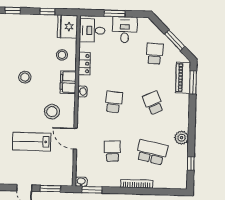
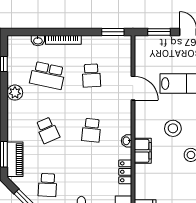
stool: (62, 55) -> (150, 181), removed
stool: (52, 112) -> (173, 128), moved
washbasin: (81, 182) -> (38, 41), moved

